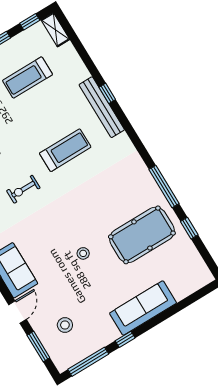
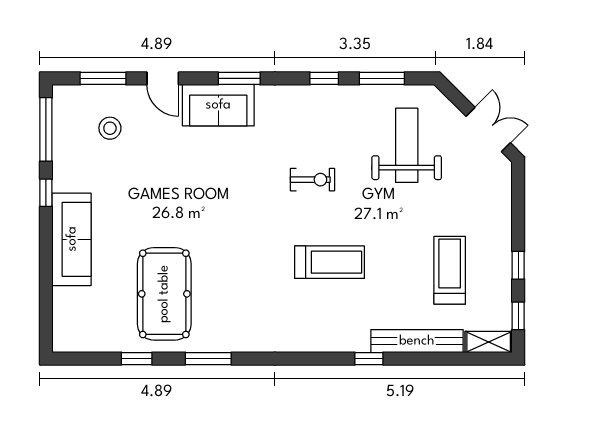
bench: (102, 107) -> (417, 341), moved
treadmill: (65, 150) -> (329, 262), turned -90
window: (164, 187) -> (208, 359), width x0.69
exercise bike: (23, 189) -> (312, 180), turned 90
stool: (83, 253) -> (186, 206), removed

